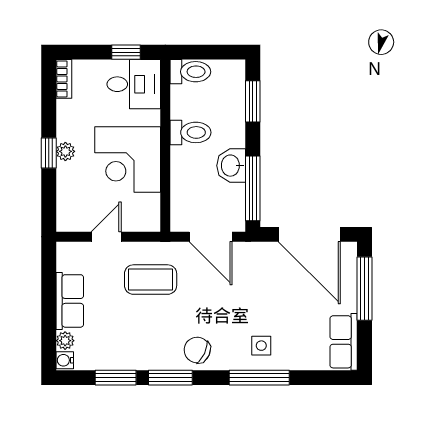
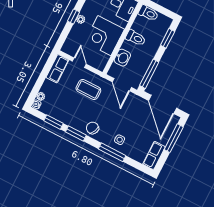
washbasin: (231, 166) -> (122, 58), moved, turned 180
door: (106, 237) -> (79, 63), hinge flipped
row of seats: (70, 301) -> (57, 69), moved

